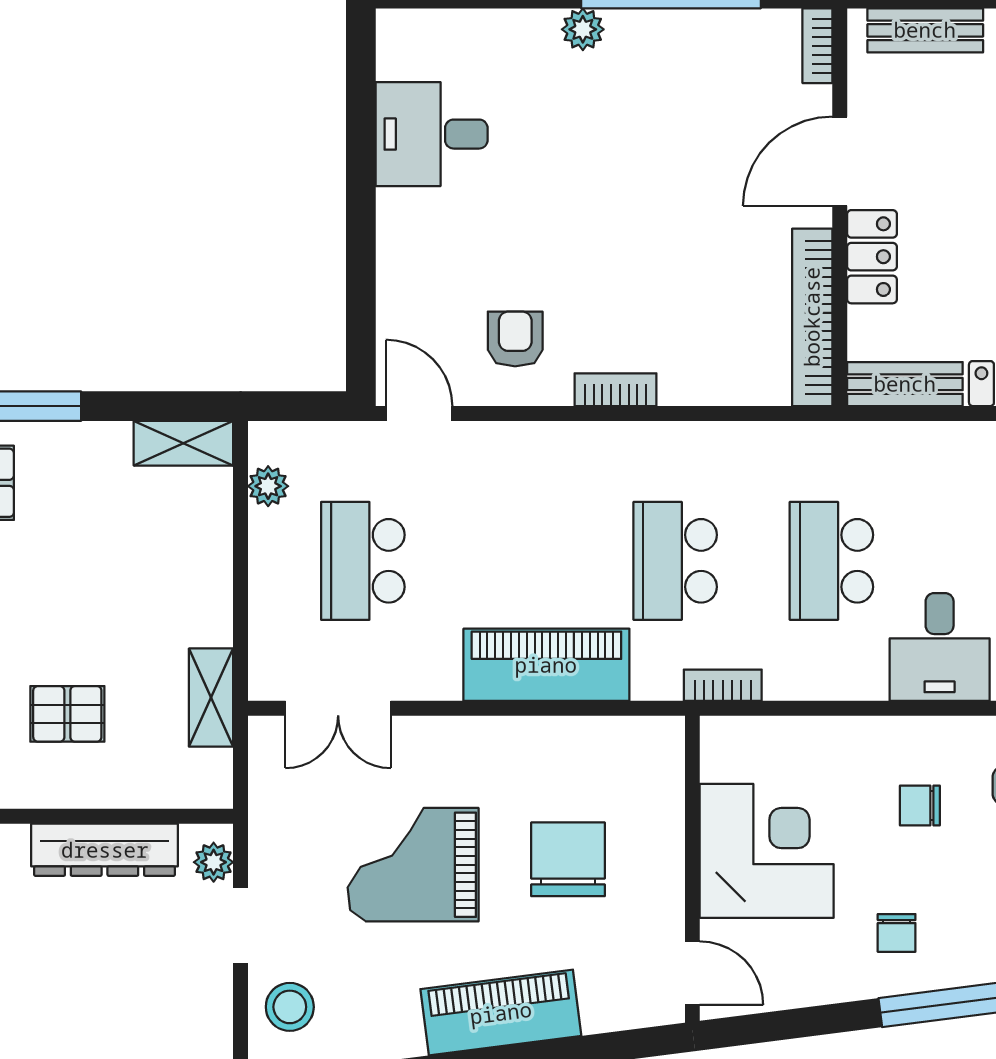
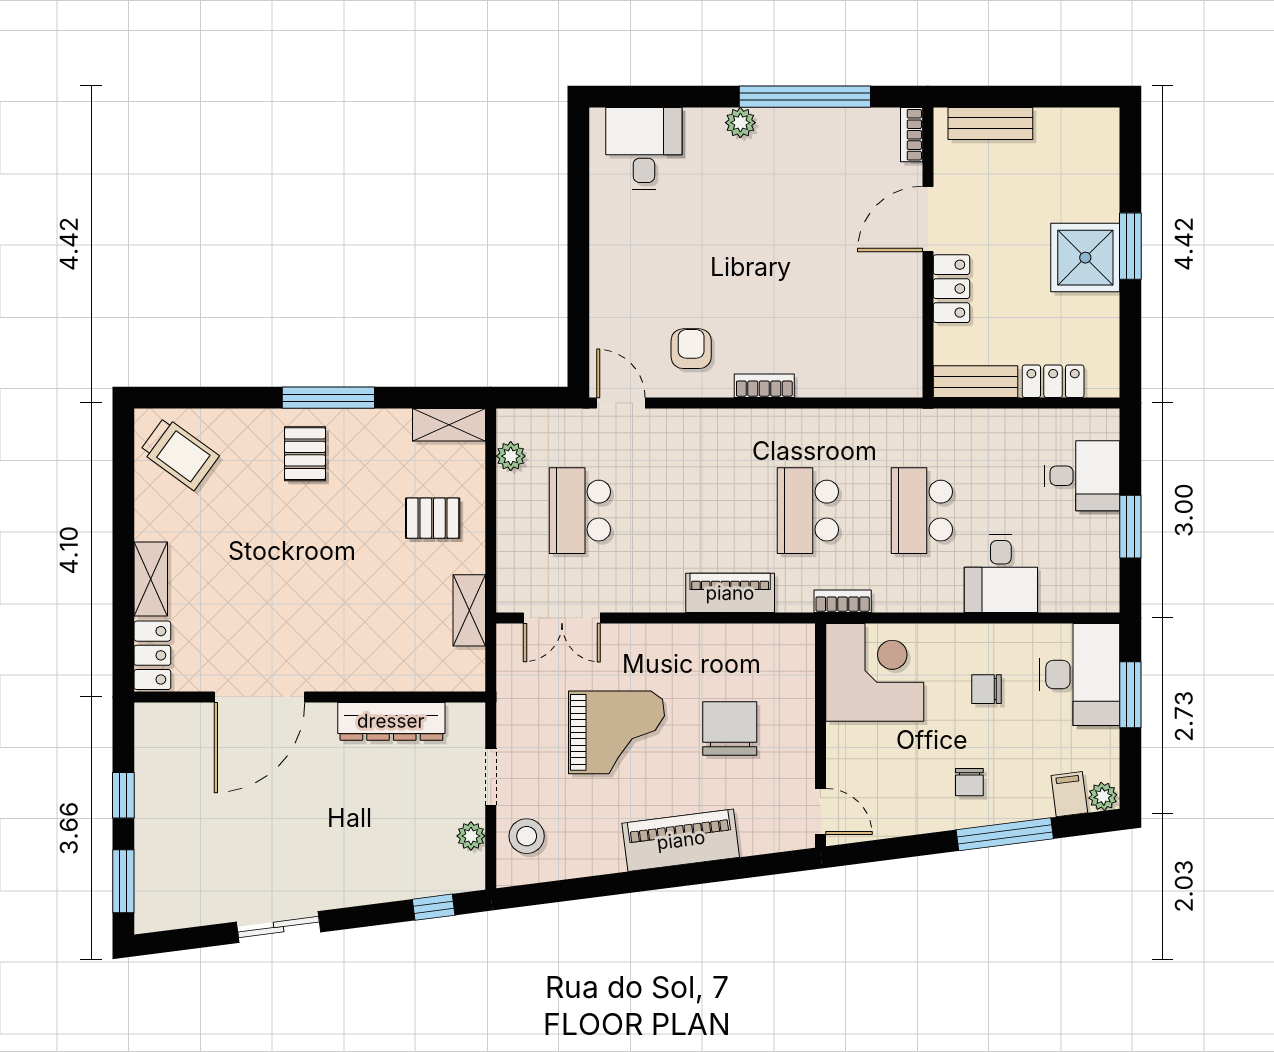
desk: (432, 134) -> (644, 148), moved, turned 90
bookcase: (812, 317) -> (908, 333), removed
piano: (546, 665) -> (730, 593), width x0.73, depth x0.75
pallet: (67, 714) -> (433, 518), moved
corner desk: (767, 851) -> (875, 672), moved
plant: (214, 862) -> (471, 836), moved
grand piano: (413, 865) -> (617, 732), turned 180

